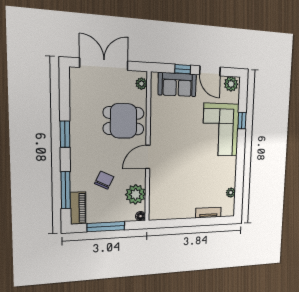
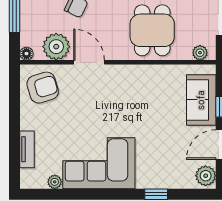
corner sofa: (221, 130) -> (99, 163), moved
door: (148, 157) -> (89, 62), moved
armchair: (166, 203) -> (43, 88), added

